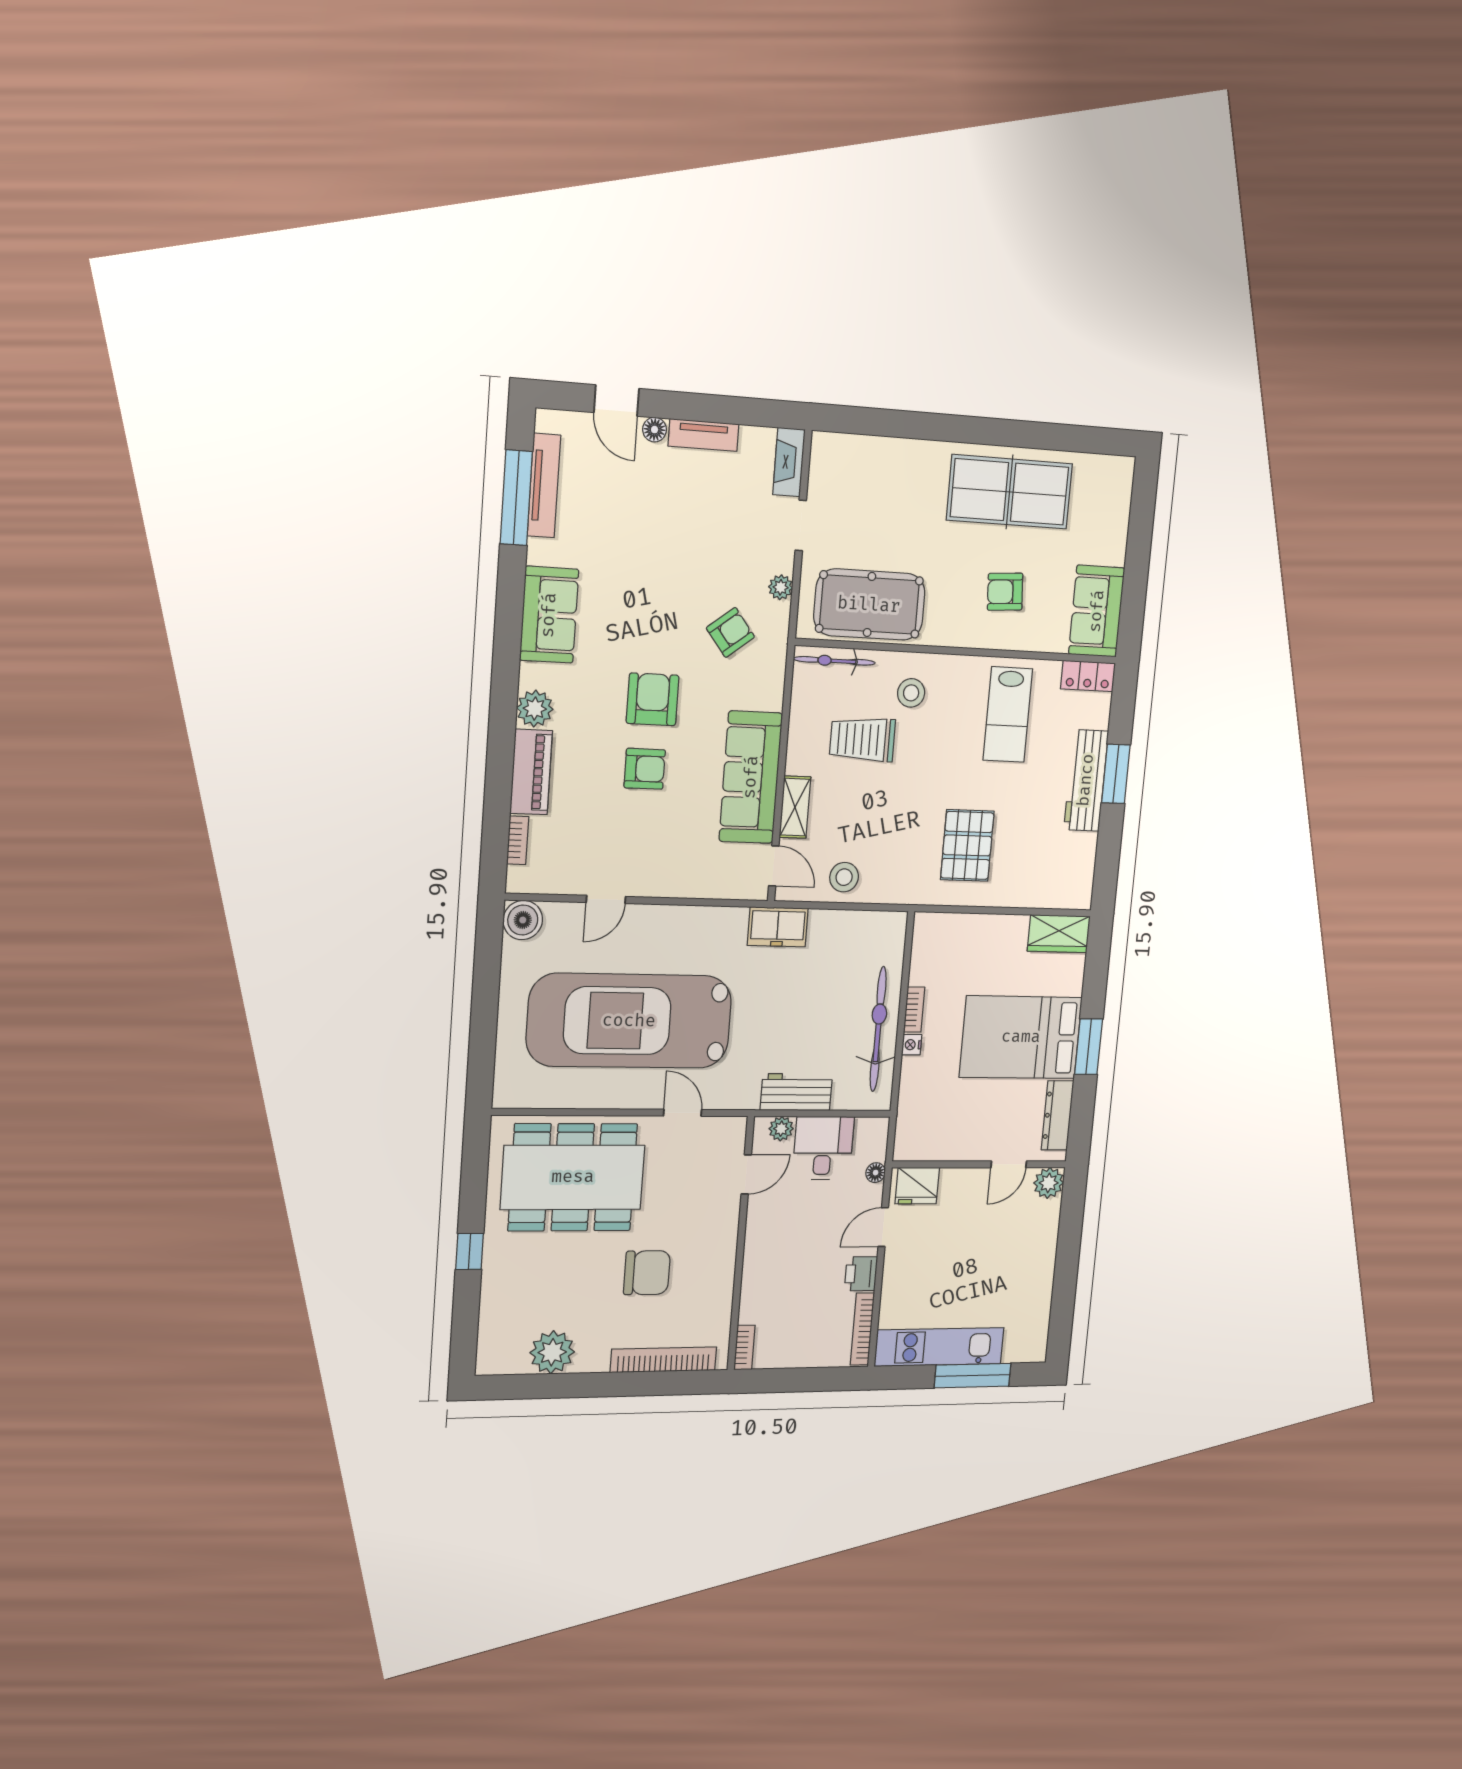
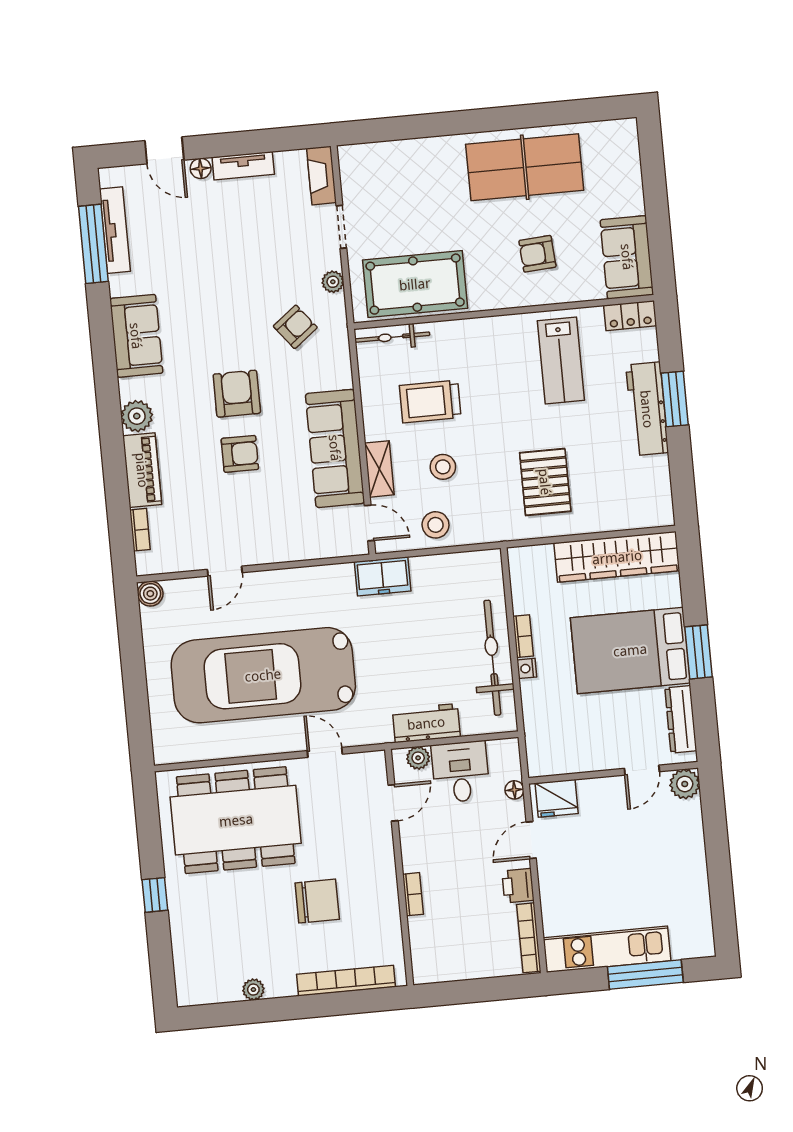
stool: (911, 693) -> (443, 467), moved
boiler: (523, 920) -> (150, 594), width x0.73, depth x0.73
wardrobe: (1059, 934) -> (617, 557), width x2.10, depth x1.17
bookcase: (744, 1347) -> (413, 894), moved
plant: (552, 1352) -> (253, 990), width x0.53, depth x0.53

